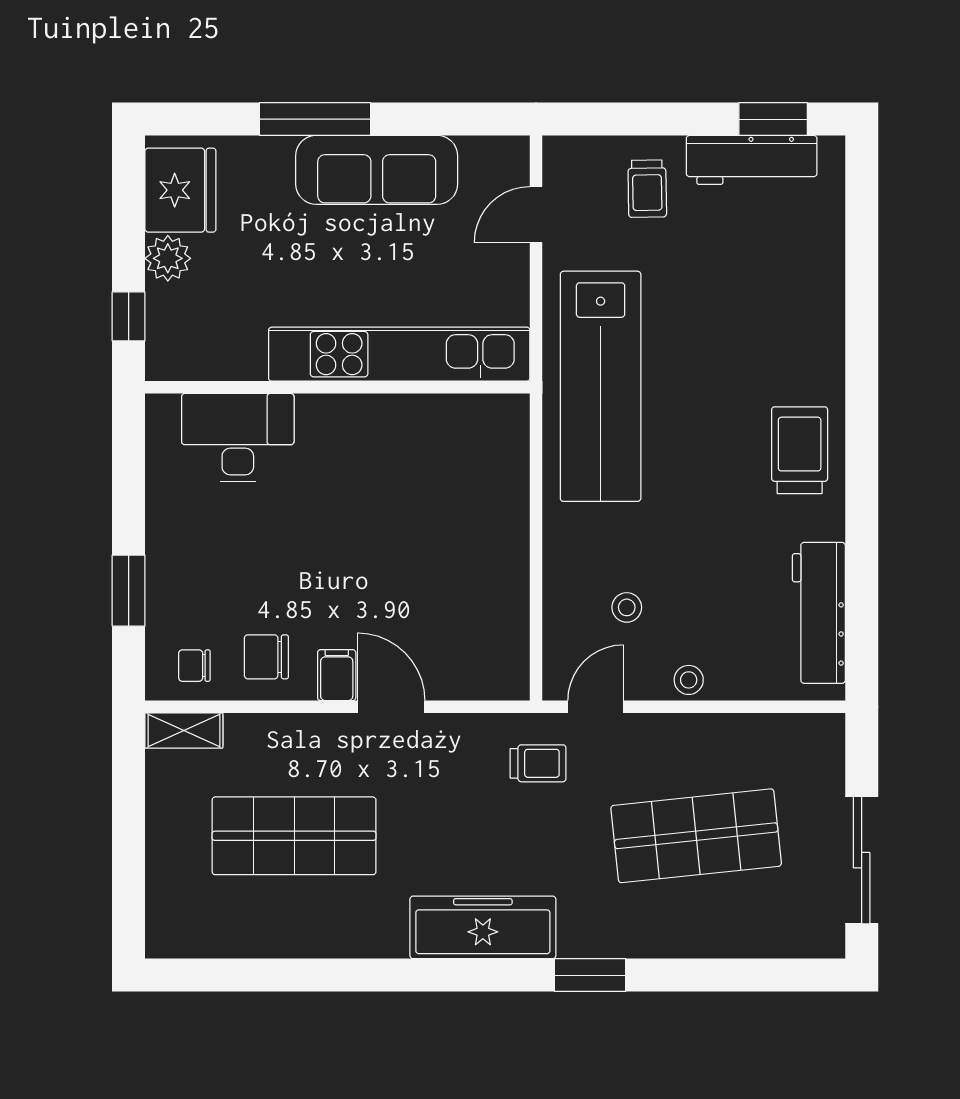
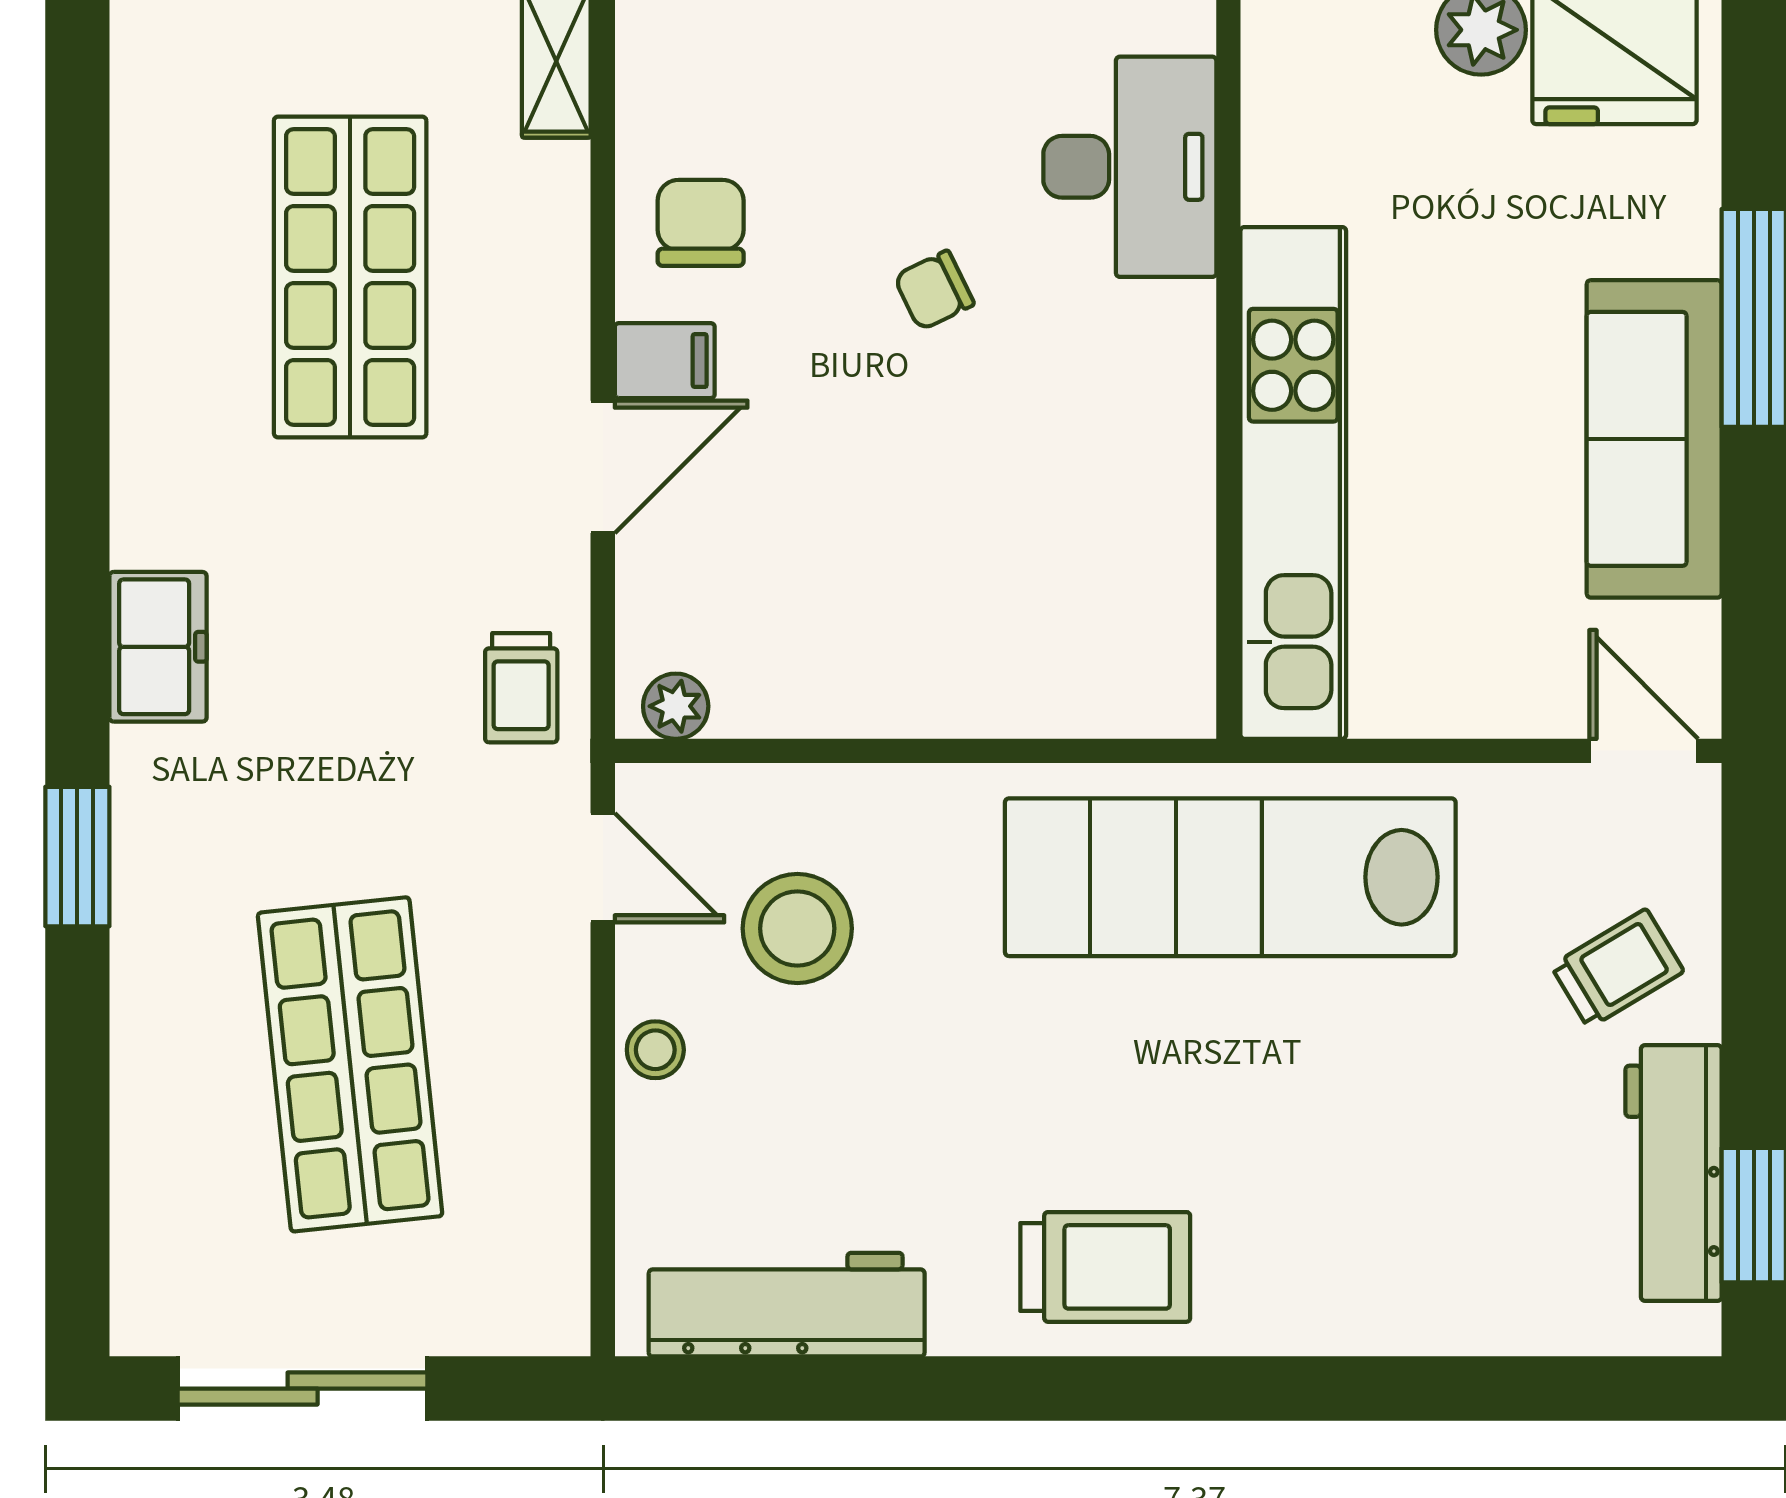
trolley: (647, 189) -> (1617, 969), turned 150
door: (536, 214) -> (1644, 751), moved
stool: (627, 607) -> (797, 928), width x1.89, depth x1.89
chair: (194, 666) -> (934, 290), moved, turned -116
plant: (513, 670) -> (676, 706), added
trolley: (538, 763) -> (521, 688), moved
freezer: (483, 927) -> (158, 647), width x0.52, depth x0.79

